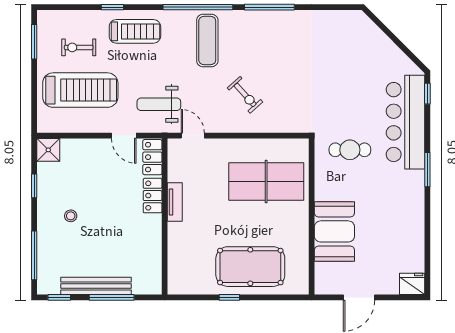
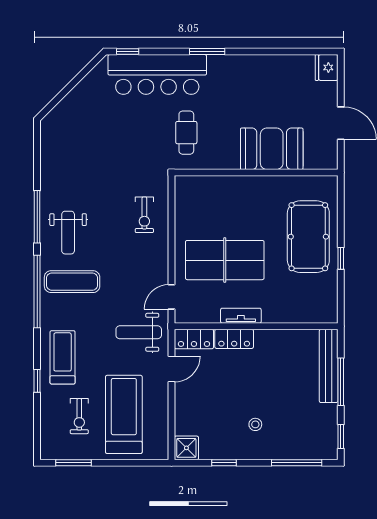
weight bench: (254, 37) -> (68, 233), added
exercise bike: (245, 95) -> (144, 215), moved, turned 132
weight bench: (159, 104) -> (139, 332), turned 90
table tennis table: (266, 181) -> (225, 260), moved, turned 90
bench: (96, 286) -> (329, 366), moved

